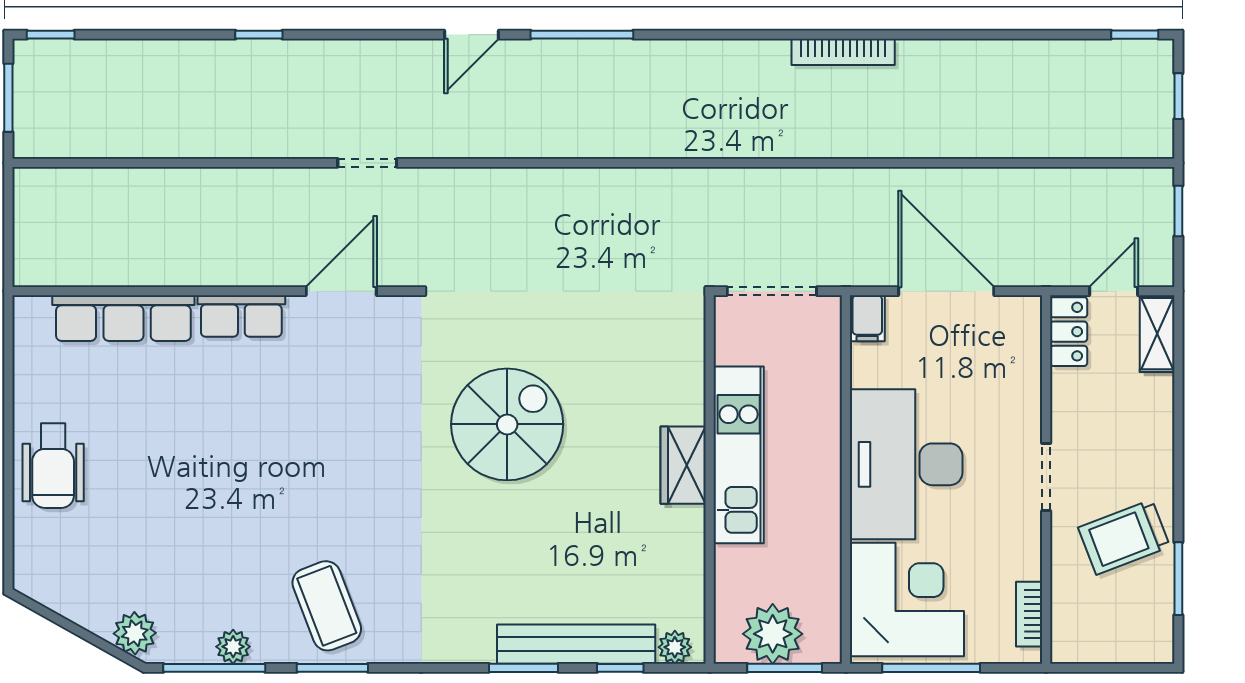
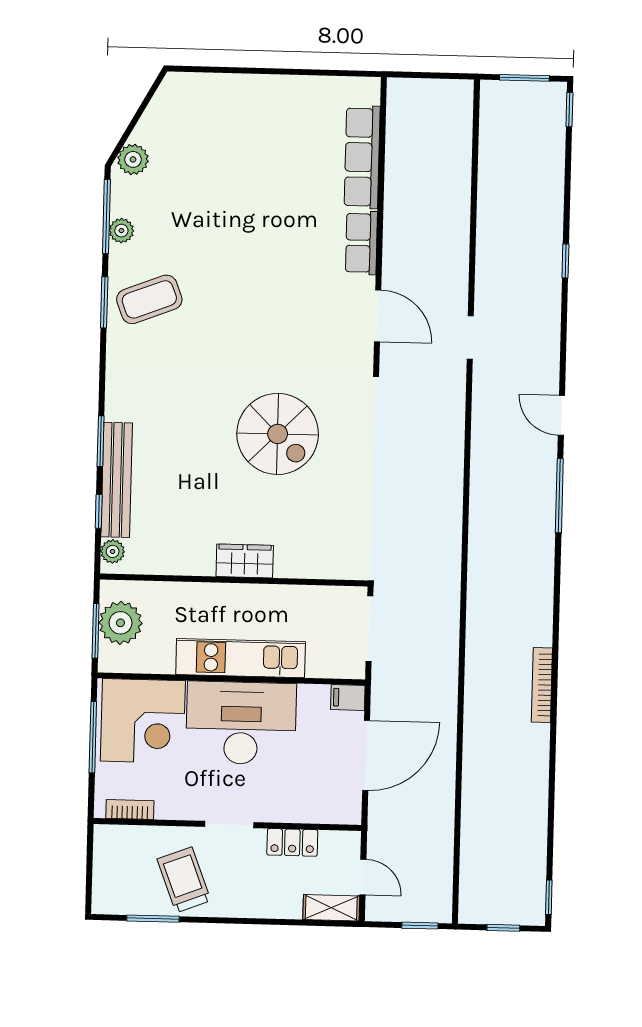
locker: (1069, 332) -> (292, 842), moved
kitchen unit: (739, 455) -> (241, 658), moved, turned 180
wheelchair: (53, 466) -> (256, 103), removed

